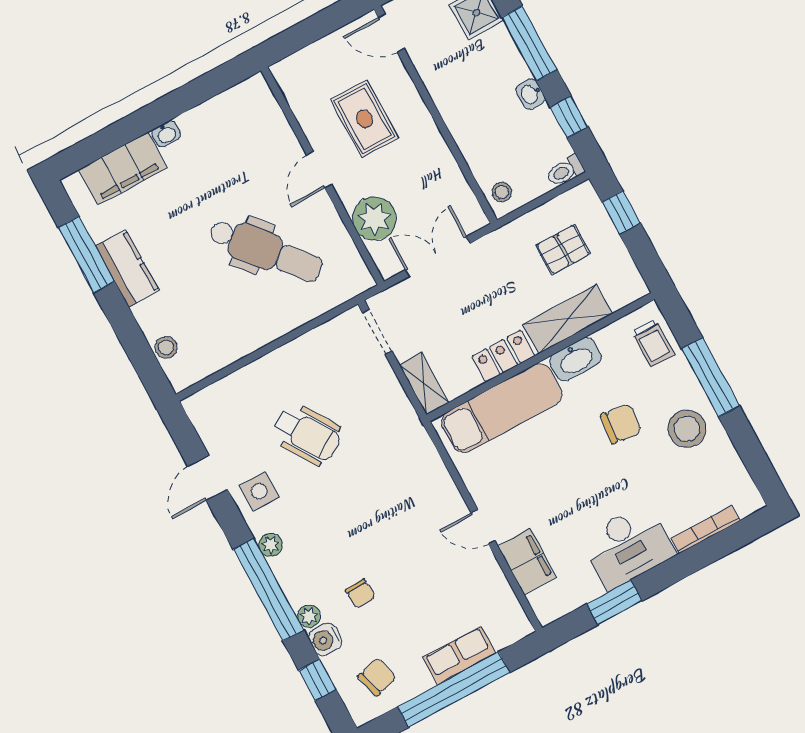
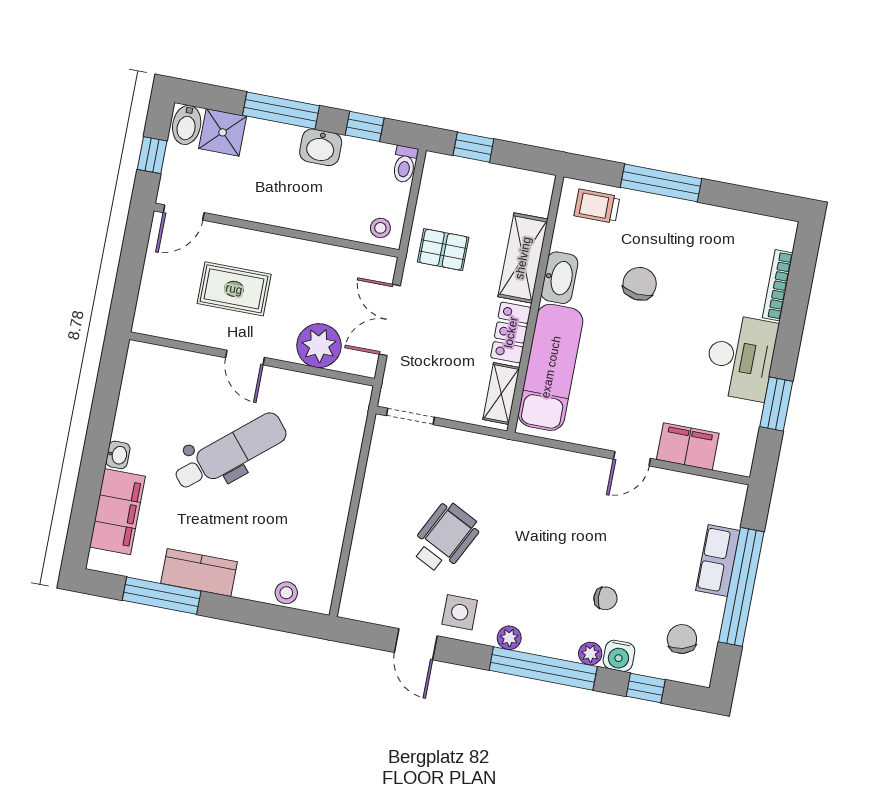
washbasin: (531, 94) -> (321, 147), width x1.38, depth x1.45
dental chair: (266, 250) -> (230, 452), moved
pallet: (563, 250) -> (443, 250), moved, turned 90
trolley: (653, 343) -> (597, 206), turned 180
shelving: (424, 384) -> (501, 394), moved, turned 90
stool: (687, 429) -> (686, 235), removed
wheelchair: (307, 434) -> (445, 538), turned -30

